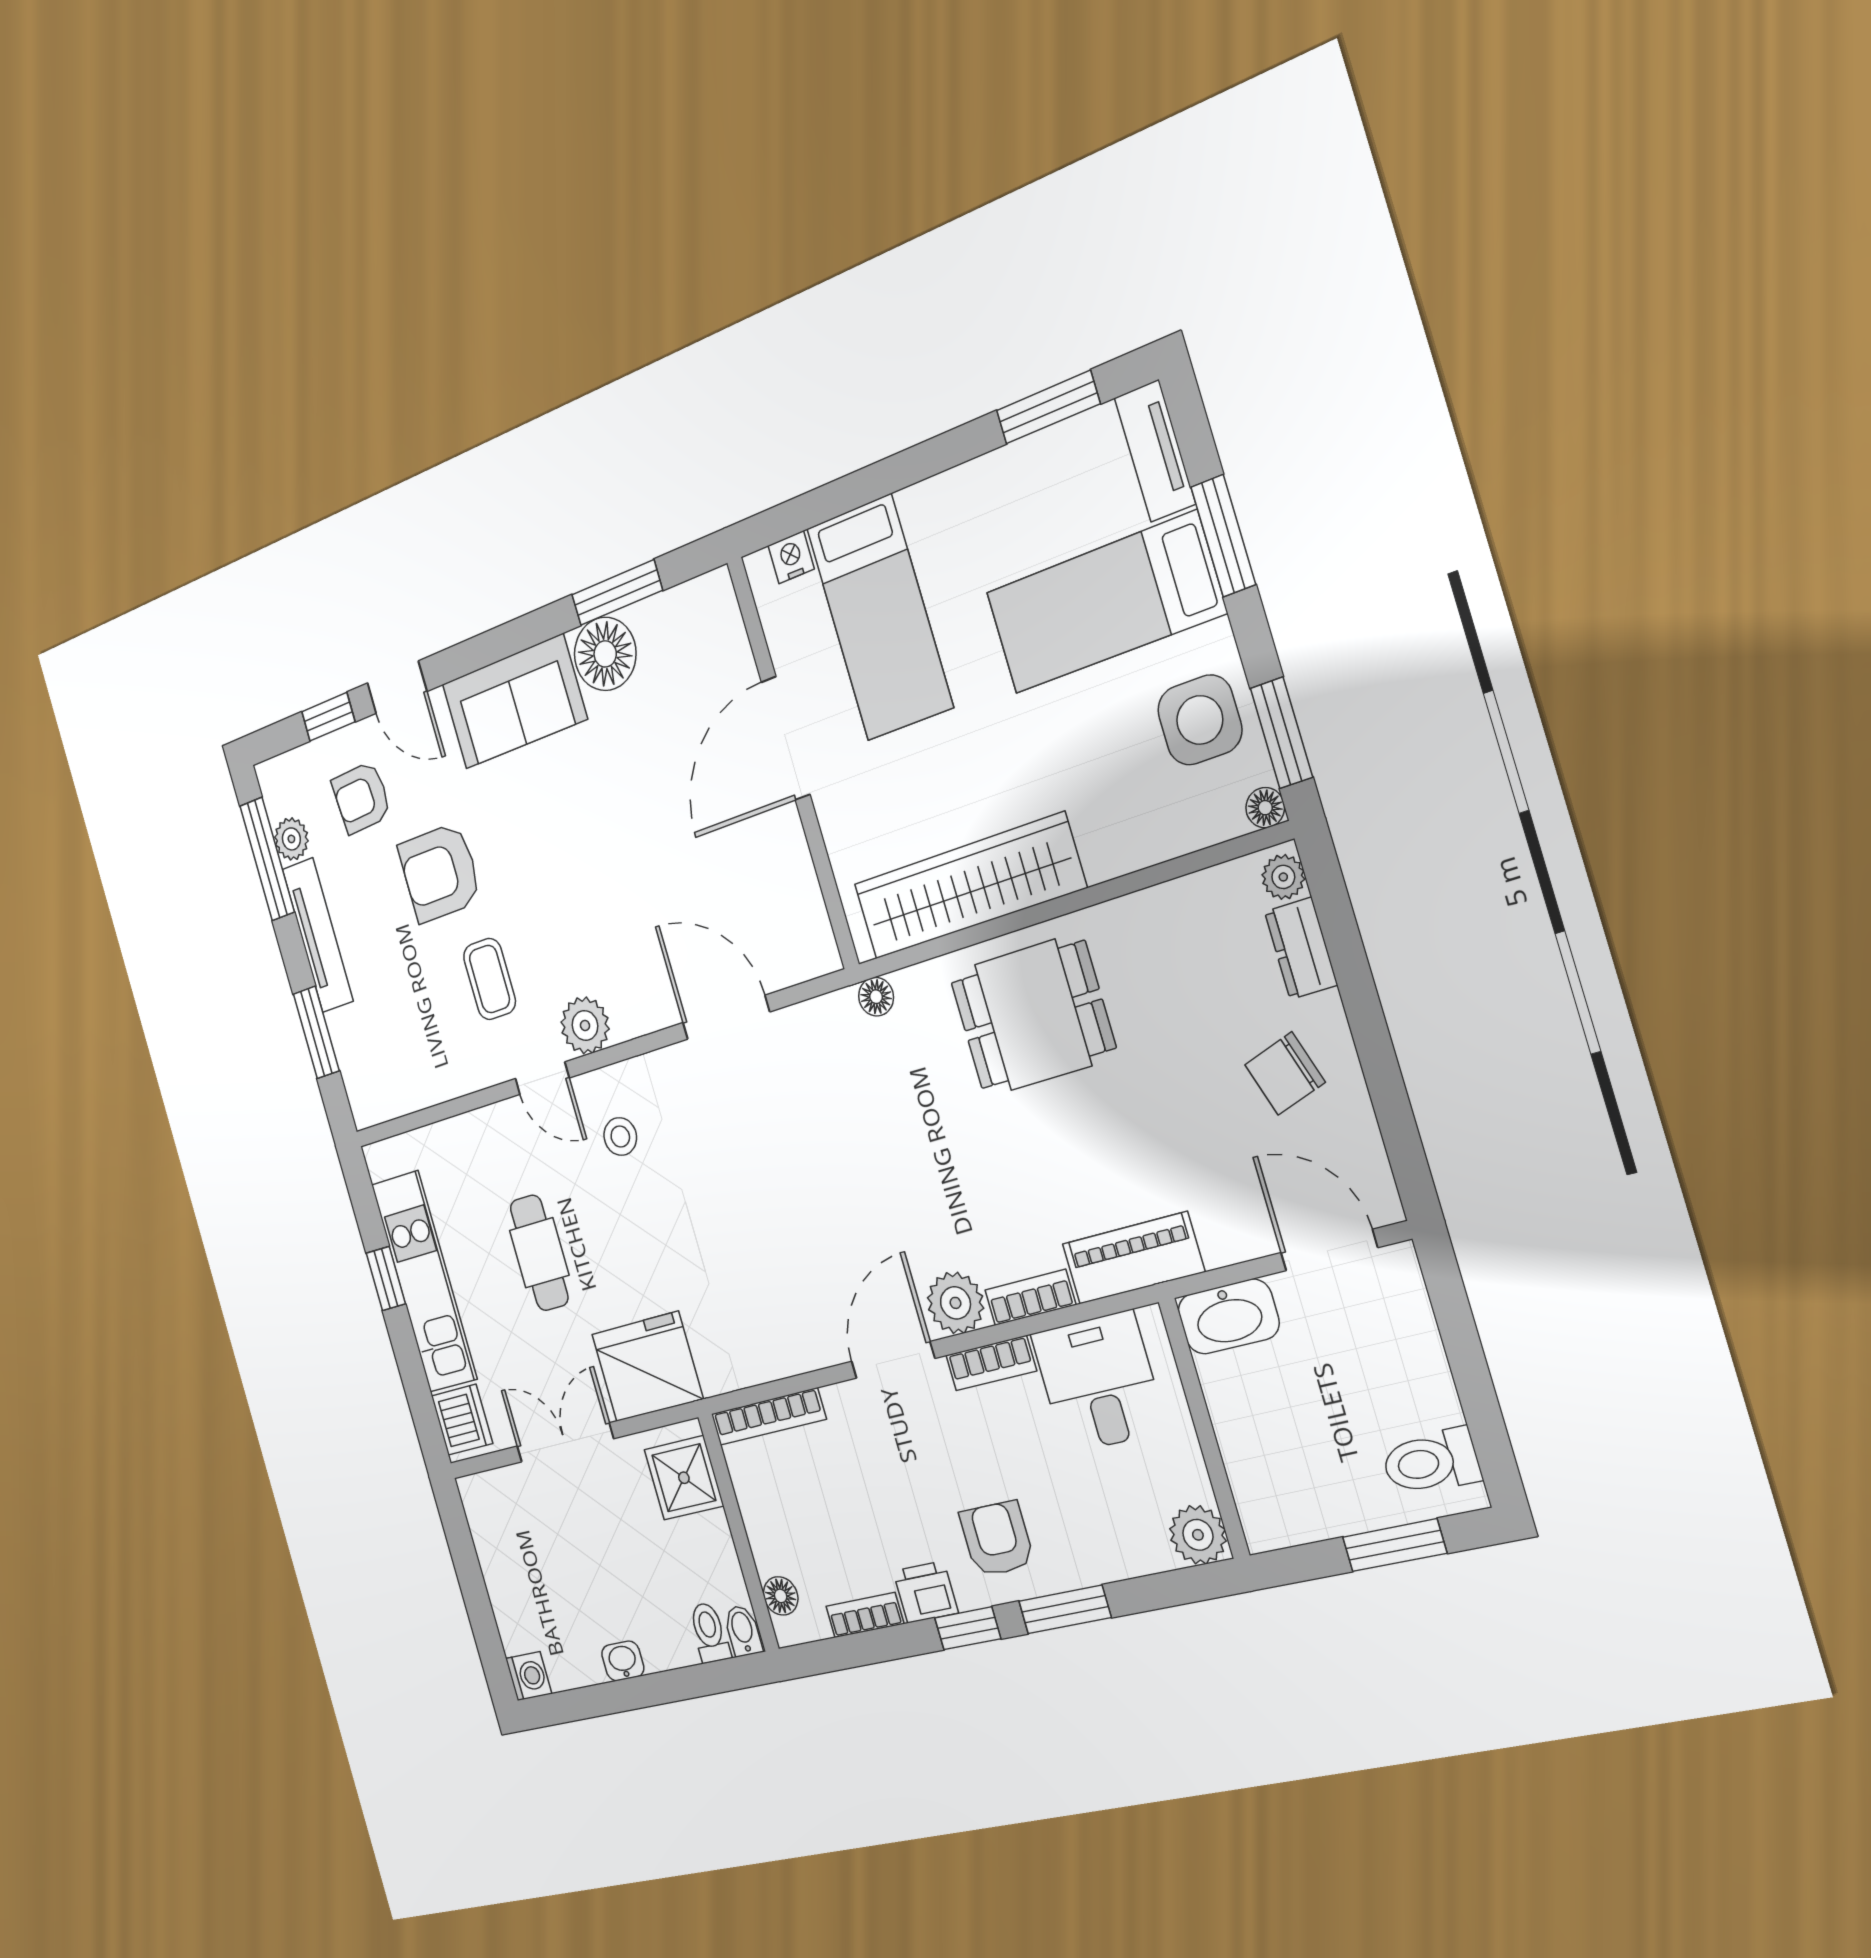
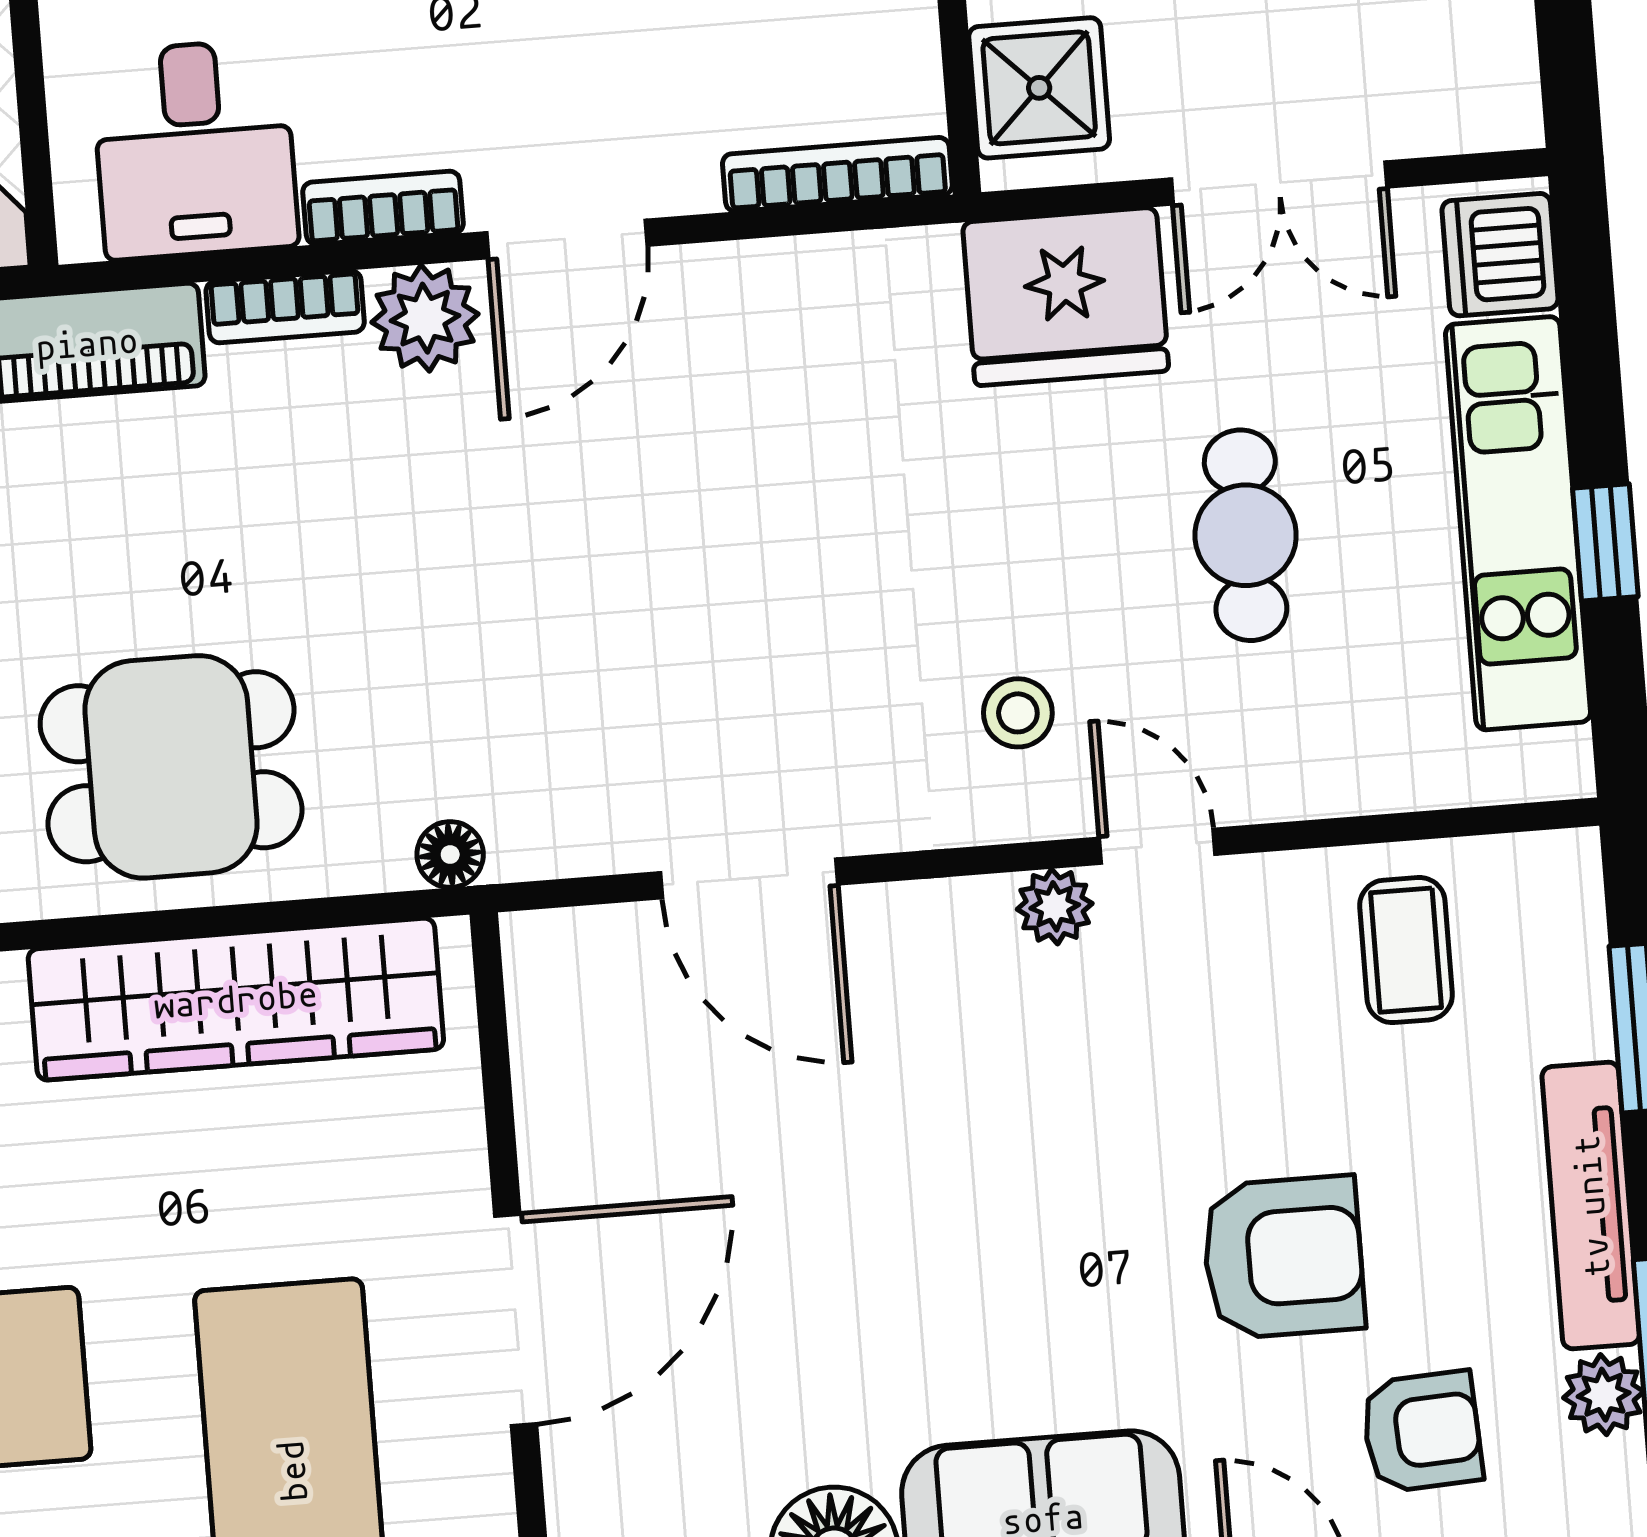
coffee table: (490, 979) -> (1406, 950), moved
plant: (585, 1025) -> (1055, 906), width x0.73, depth x0.73

